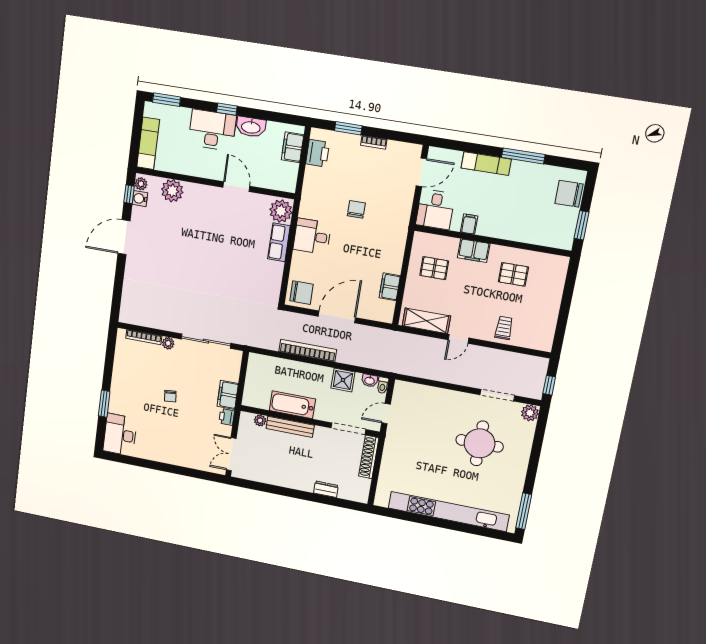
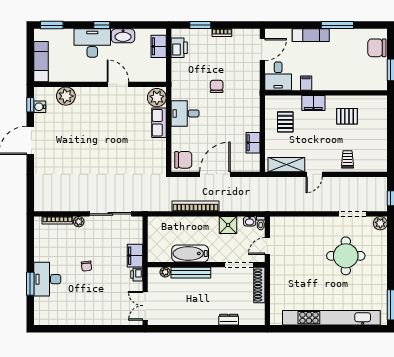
plant: (141, 184) -> (39, 95), removed
pallet: (434, 268) -> (285, 122), turned 90
desk: (120, 435) -> (47, 279), moved

